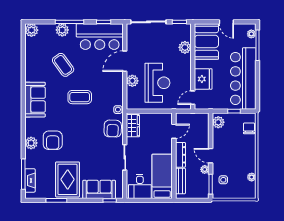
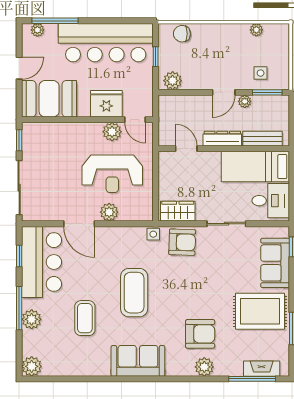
plant: (185, 47) -> (112, 132), moved
coffee table: (63, 65) -> (85, 318), turned -54
reception desk: (157, 83) -> (112, 174), turned 180
coffee table: (80, 97) -> (134, 293), width x1.36, depth x1.32

